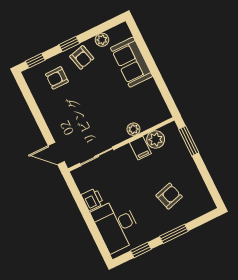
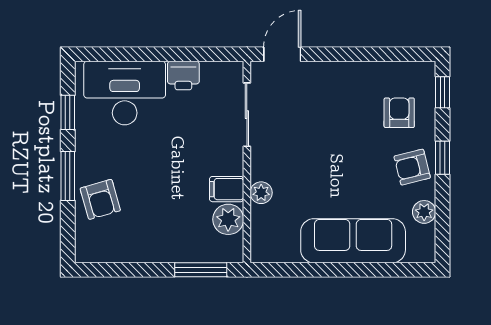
sofa: (131, 62) -> (353, 241), width x1.36
armchair: (169, 196) -> (100, 199), moved

